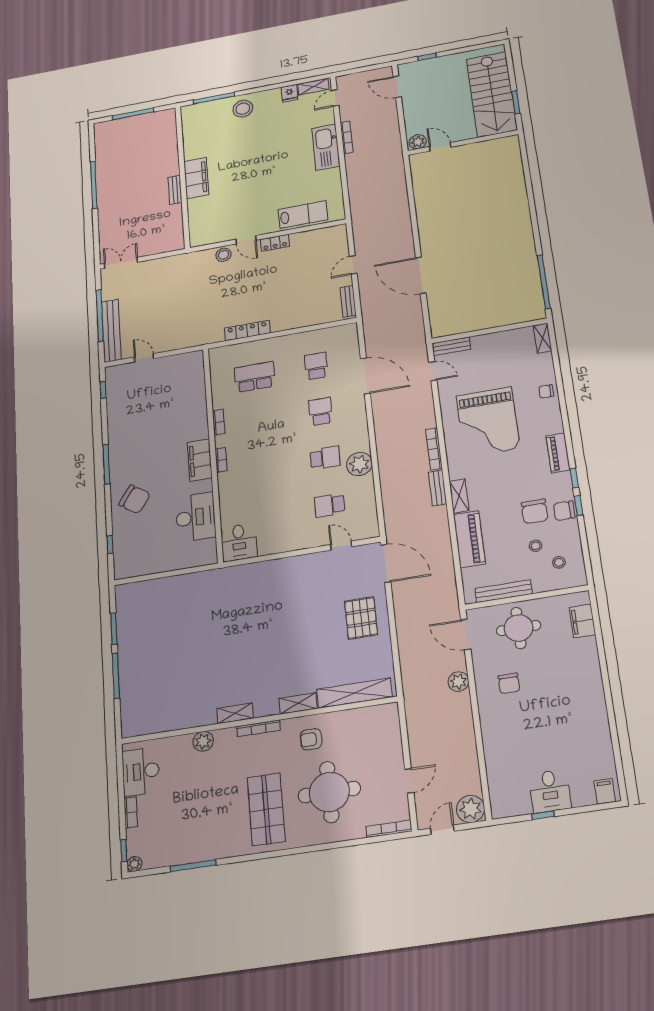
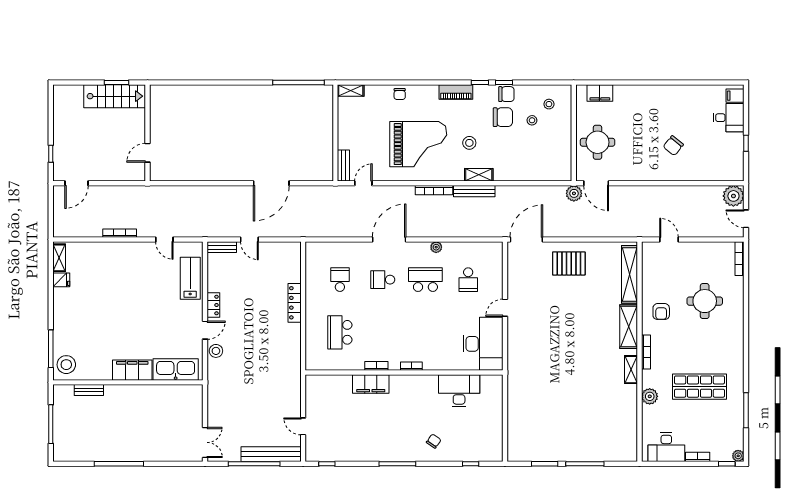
stairs: (492, 94) -> (115, 96), width x0.73, depth x0.66
door: (335, 98) -> (164, 239), moved
stool: (243, 109) -> (66, 365), moved
plant: (418, 142) -> (138, 172), removed
kitchen sink: (326, 147) -> (176, 369), moved, turned 180
bench: (175, 190) -> (89, 390), moved
double door: (121, 263) -> (205, 442), swing flipped
bench: (348, 301) -> (222, 247), moved
locker: (247, 331) -> (295, 303), moved
door: (144, 358) -> (303, 426), hinge flipped
school desk: (316, 366) -> (340, 280), turned 90
door: (365, 376) -> (389, 239), moved
school desk: (325, 458) -> (425, 280), width x1.85
filing cabinet: (200, 460) -> (371, 384), moved
plant: (359, 464) -> (436, 247), width x0.53, depth x0.53
stool: (497, 479) -> (469, 143), added
bench: (438, 488) -> (474, 191), width x1.36
chair: (134, 499) -> (434, 441), width x0.54, depth x0.54
chair: (564, 511) -> (506, 94), turned -90
piano: (469, 539) -> (517, 171), removed
desk: (239, 542) -> (483, 344), width x1.87, depth x1.30
door: (341, 546) -> (505, 308), moved
bench: (503, 591) -> (565, 150), removed
door: (466, 634) -> (596, 183), hinge flipped
plant: (458, 681) -> (574, 193), moved
chair: (509, 683) -> (673, 146), moved, turned 129
shelving: (298, 703) -> (629, 327), width x1.50, depth x1.33
door: (409, 781) -> (669, 239), moved
desk: (550, 791) -> (729, 118), moved
round table: (329, 792) -> (705, 301), width x0.73, depth x0.73
shop shelf: (266, 809) -> (699, 387), moved

